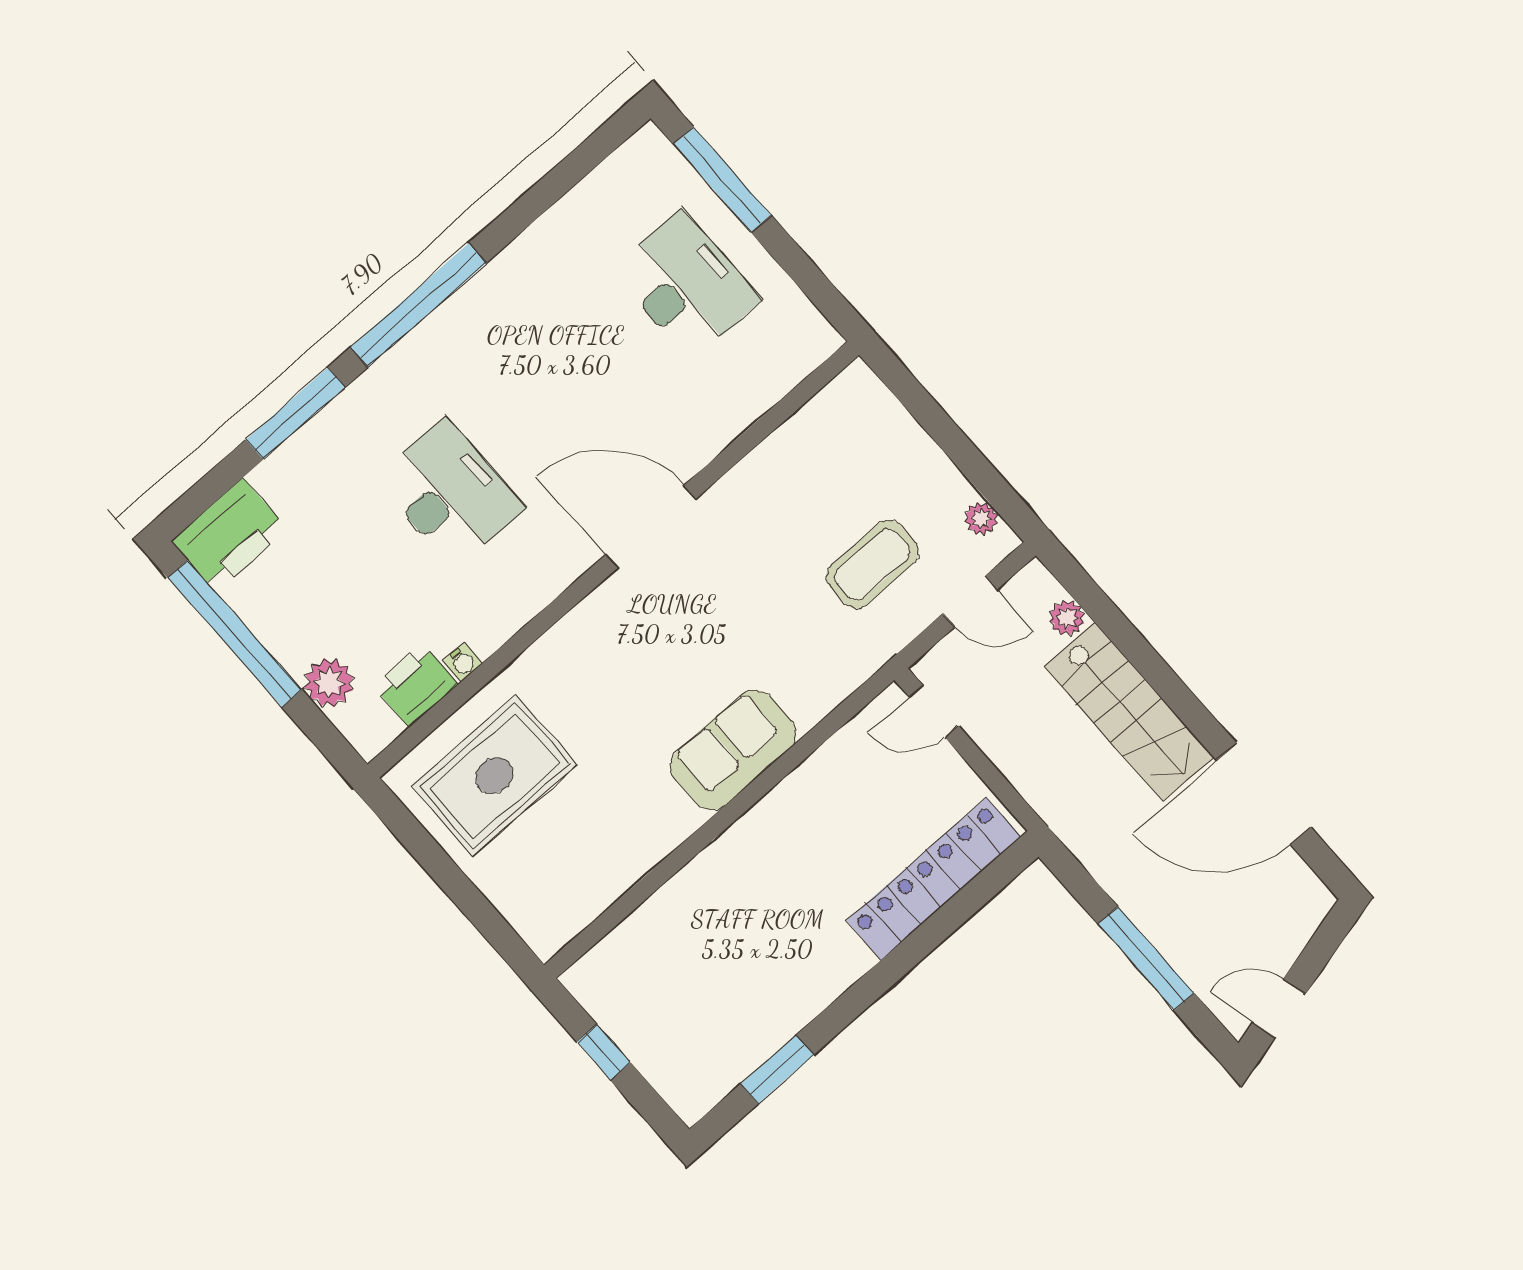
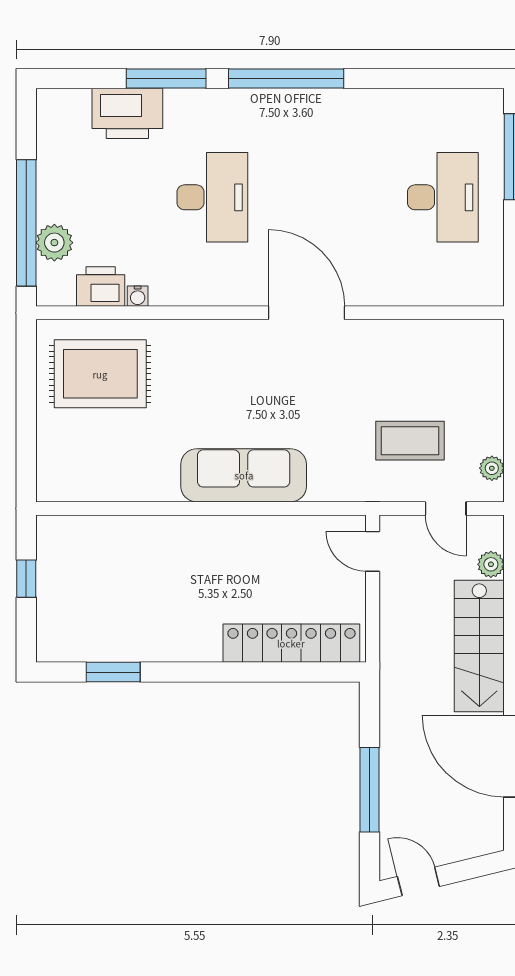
printer: (229, 535) -> (127, 113), moved
window: (235, 634) -> (26, 223), moved
sofa: (733, 750) -> (244, 475), width x1.36

